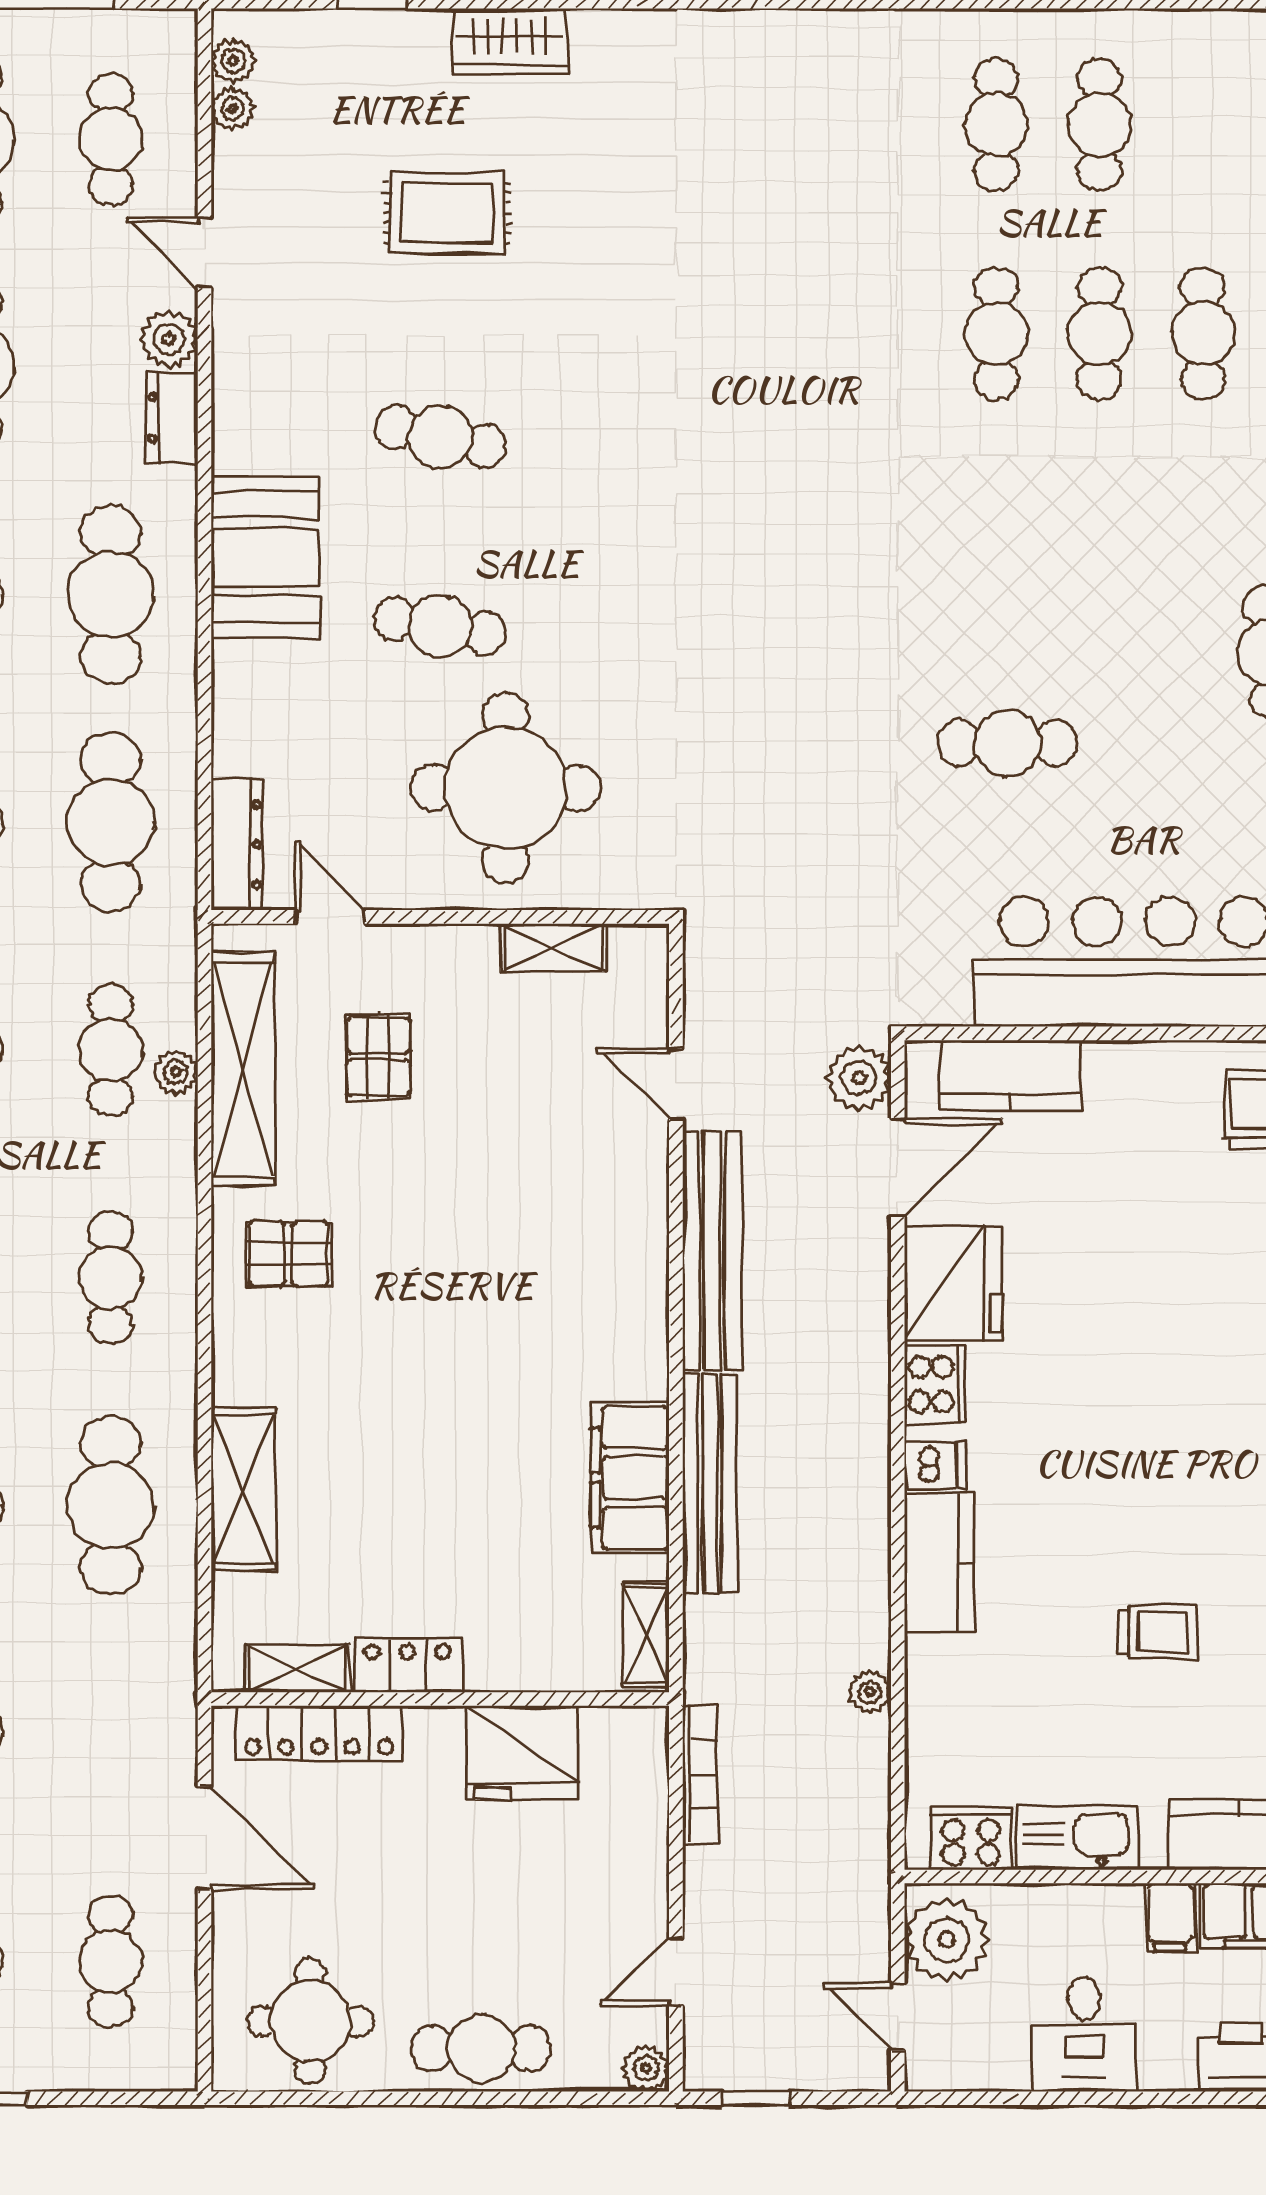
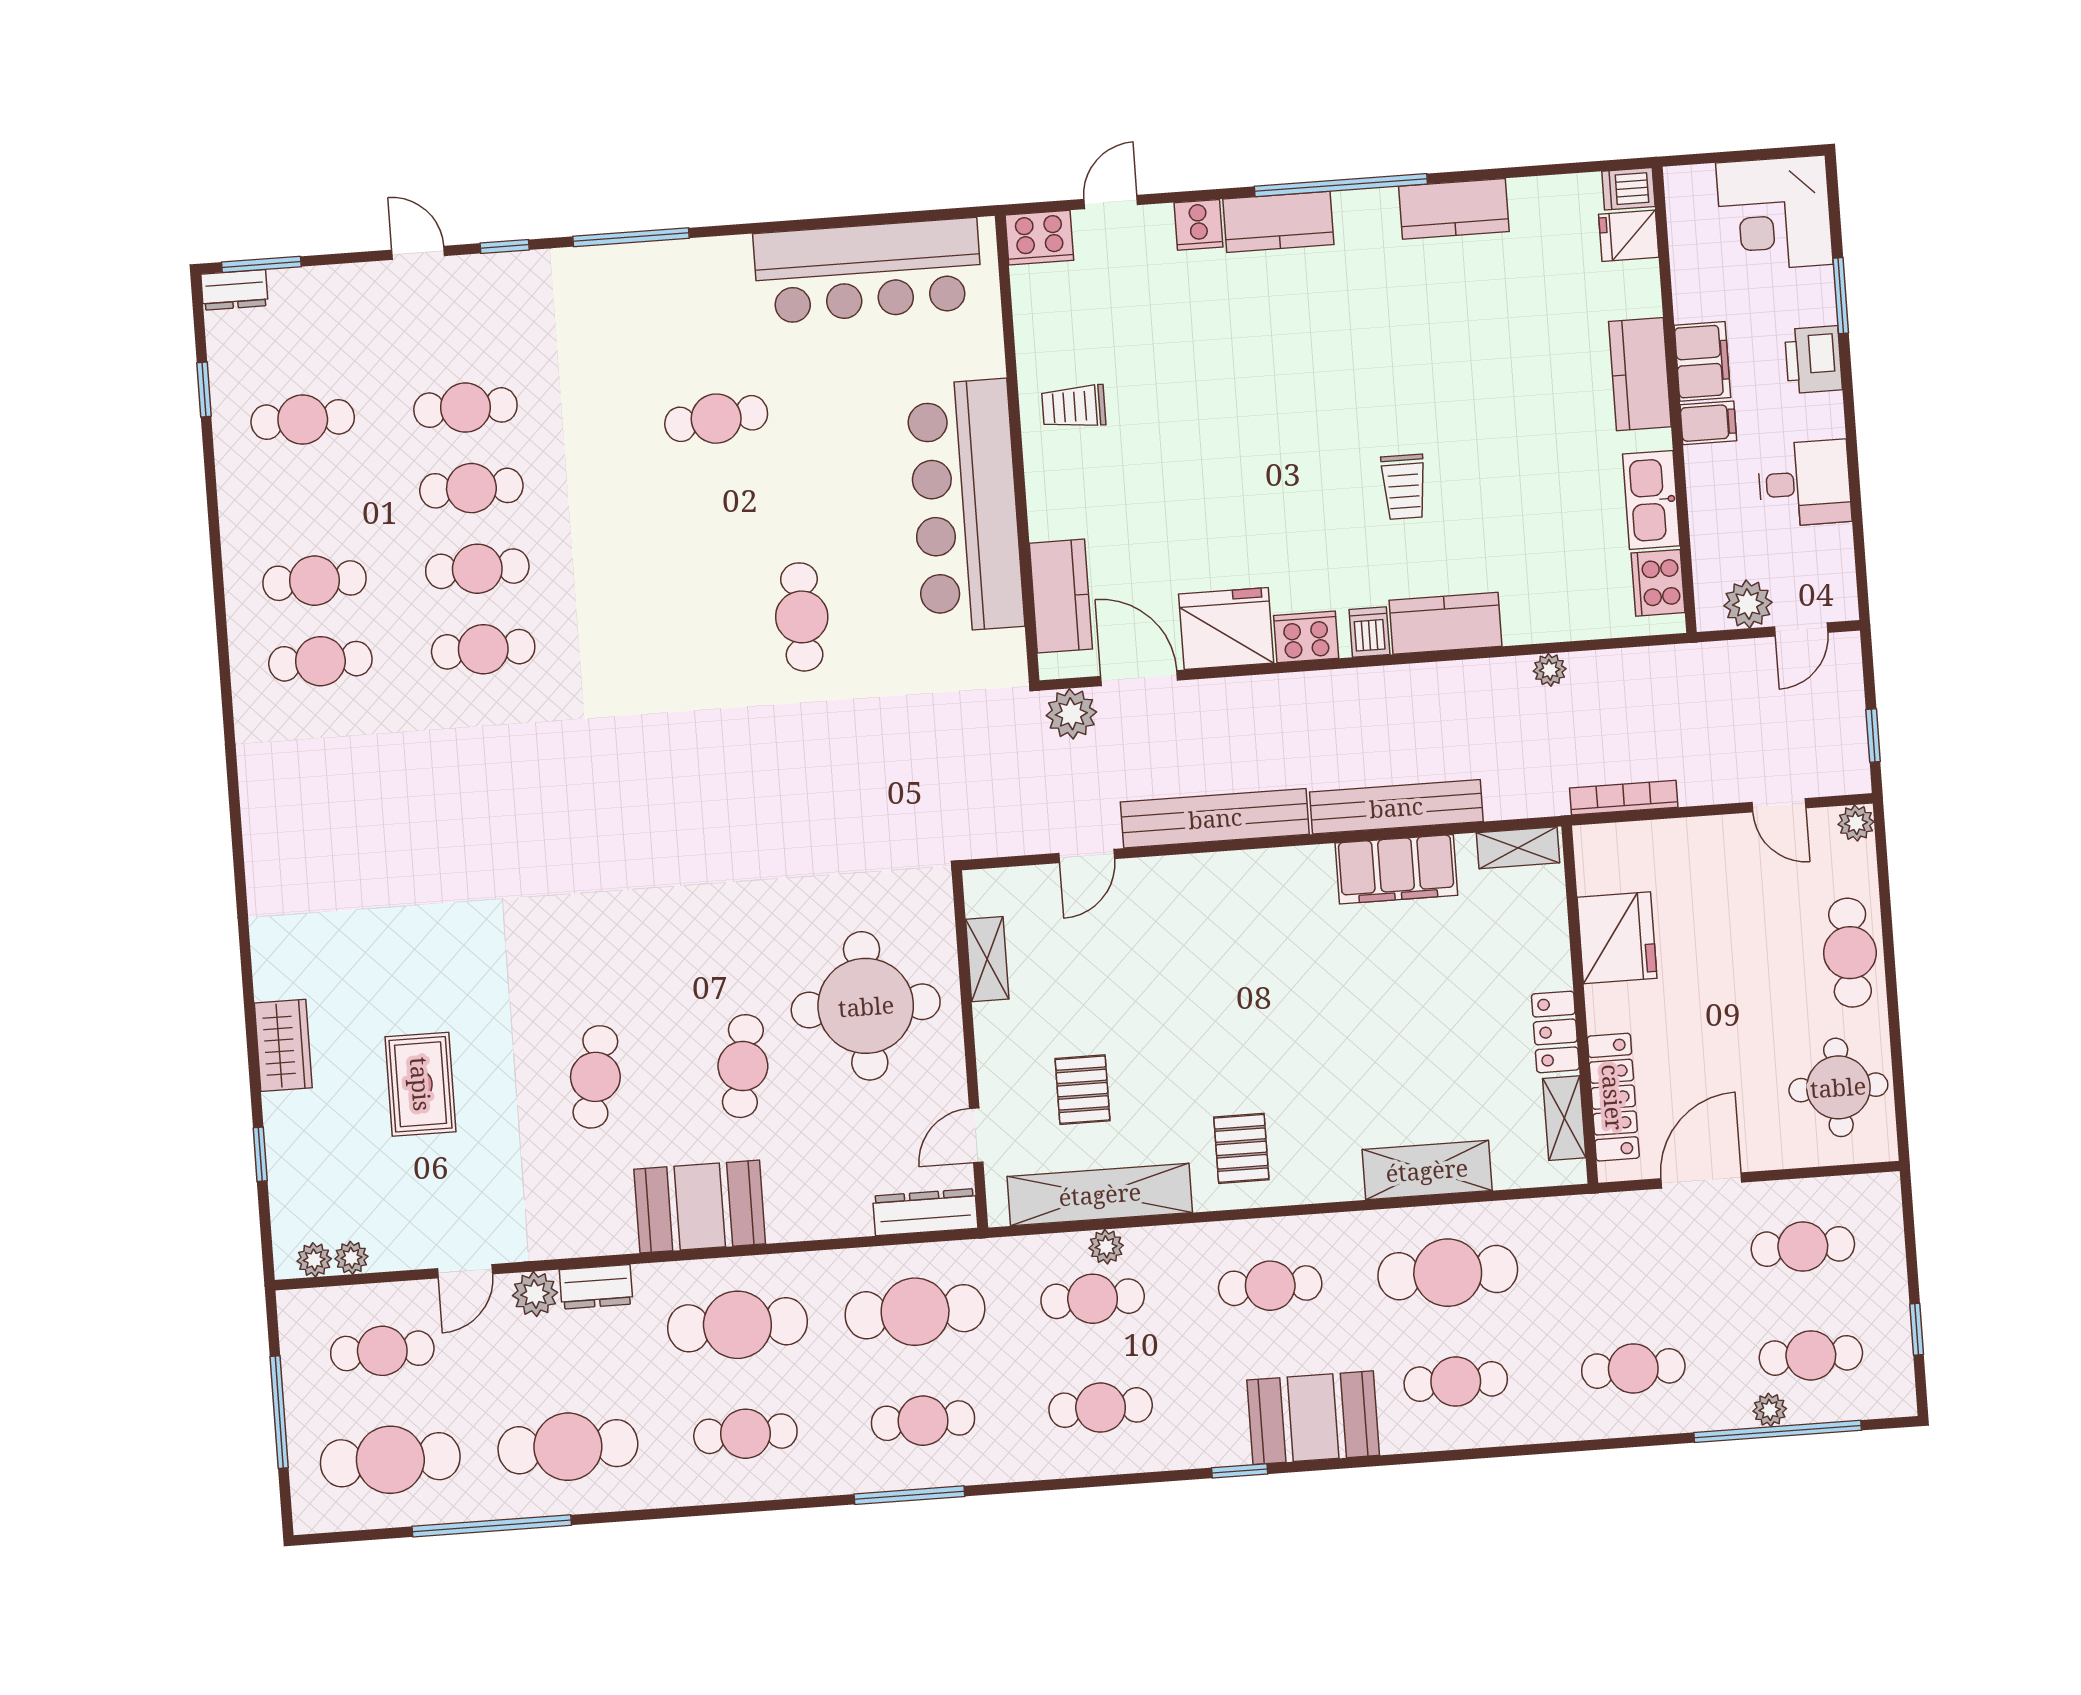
pallet: (378, 1057) -> (1083, 1090), turned 90
trolley: (1157, 1631) -> (1404, 487), moved, turned 180
plant: (947, 1940) -> (1748, 604), width x0.73, depth x0.73

